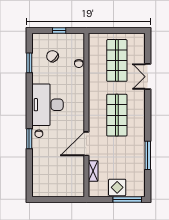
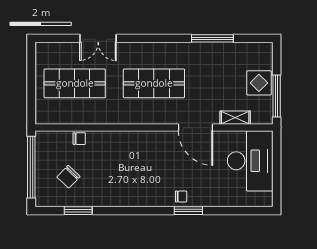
window: (59, 31) -> (31, 167), width x3.17
desk: (47, 105) -> (250, 161), moved, turned -90
window: (127, 200) -> (277, 96), moved

